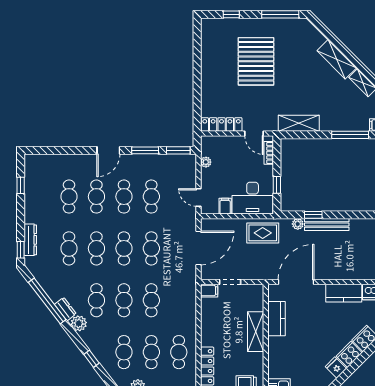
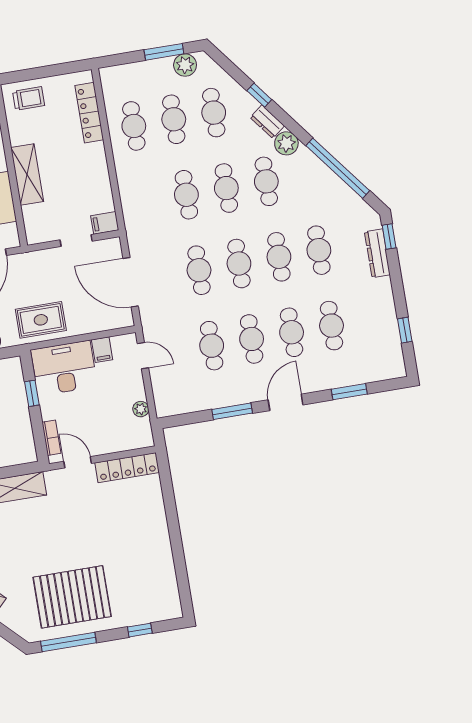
pallet: (256, 61) -> (72, 597), moved, turned 90
window: (178, 150) -> (349, 392), moved
door: (198, 248) -> (131, 282), hinge flipped
dresser: (65, 309) -> (267, 122), moved

